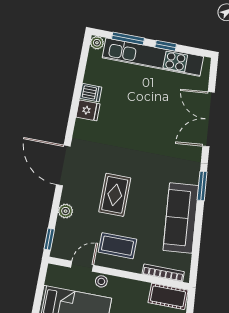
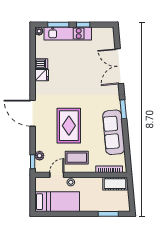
kitchen unit: (153, 57) -> (68, 33), width x0.73
rug: (115, 195) -> (69, 126), width x1.36, depth x1.43
plant: (66, 211) -> (40, 156), moved

